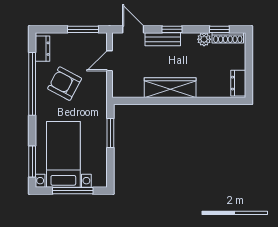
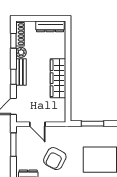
bench: (163, 39) -> (21, 72), moved
dresser: (238, 83) -> (50, 26), width x1.44

